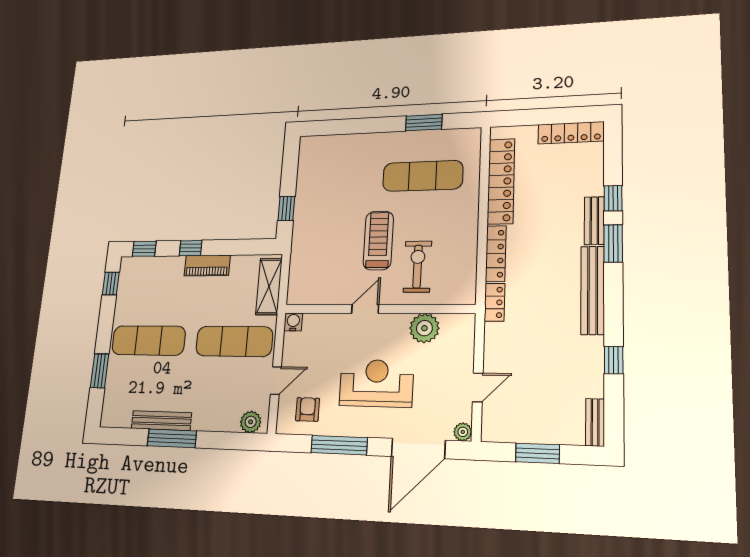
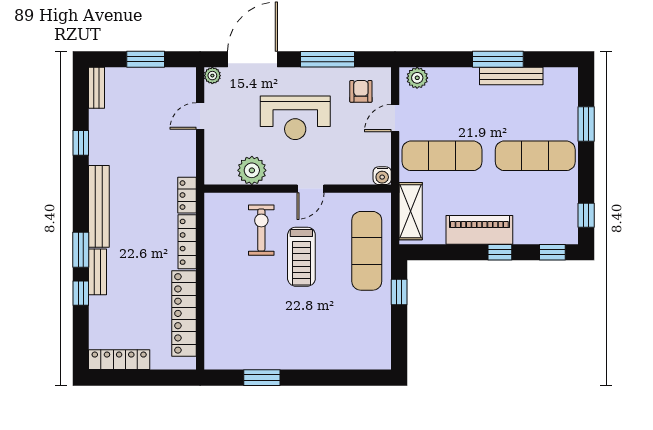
exercise mat: (423, 176) -> (367, 251), moved, turned 90
piano: (207, 266) -> (479, 230), width x1.37, depth x1.33
exercise bike: (417, 267) -> (261, 230), turned 180
armchair: (307, 409) -> (361, 91), turned 180

